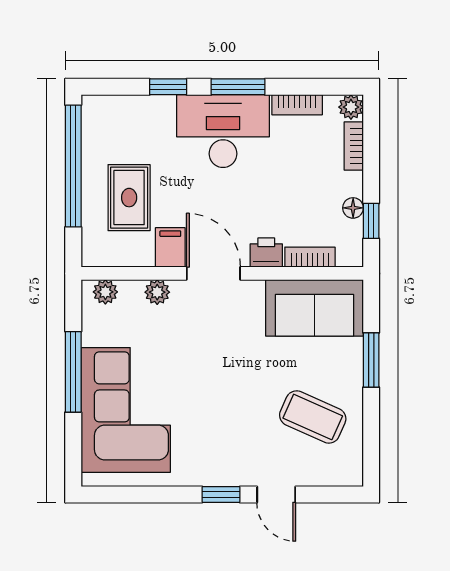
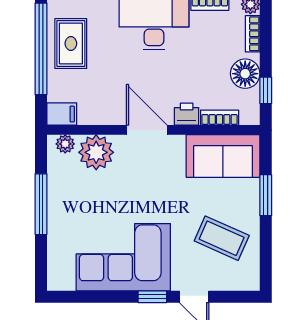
rug: (129, 198) -> (71, 44), moved
floor lamp: (353, 208) -> (245, 74), width x1.89, depth x1.89
filing cabinet: (170, 247) -> (62, 114), moved, turned 90
plant: (157, 292) -> (96, 152), width x1.87, depth x1.87
corner sofa: (126, 410) -> (123, 257), moved, turned -90

